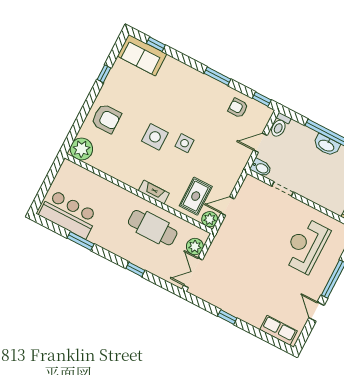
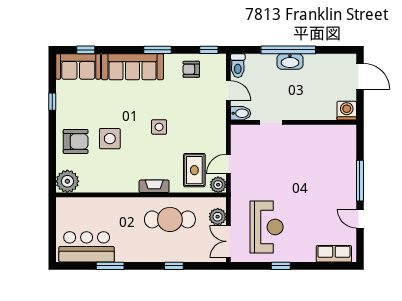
sofa: (189, 80) -> (133, 67), added
side table: (155, 137) -> (110, 139), moved
door: (260, 143) -> (228, 91), swing flipped
reception desk: (306, 246) -> (267, 227), moved, turned 180

